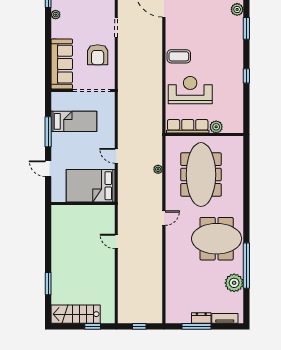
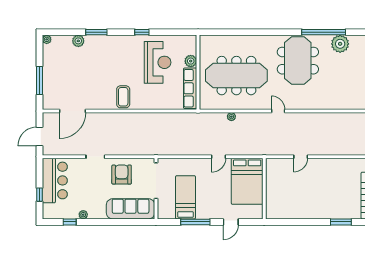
armchair: (98, 55) -> (122, 175), turned -90
reception desk: (190, 90) -> (158, 62), moved, turned 180

